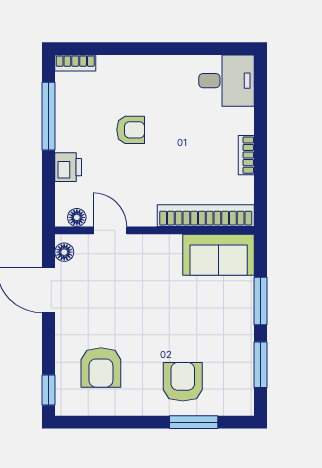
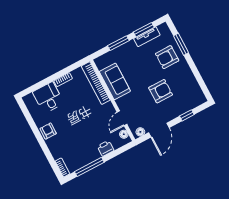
desk: (227, 81) -> (48, 98), moved
armchair: (131, 130) -> (48, 131), moved
sofa: (219, 255) -> (115, 81), moved
tv unit: (243, 363) -> (147, 37), added
armchair: (101, 367) -> (161, 91), moved
window: (49, 390) -> (187, 115), moved

